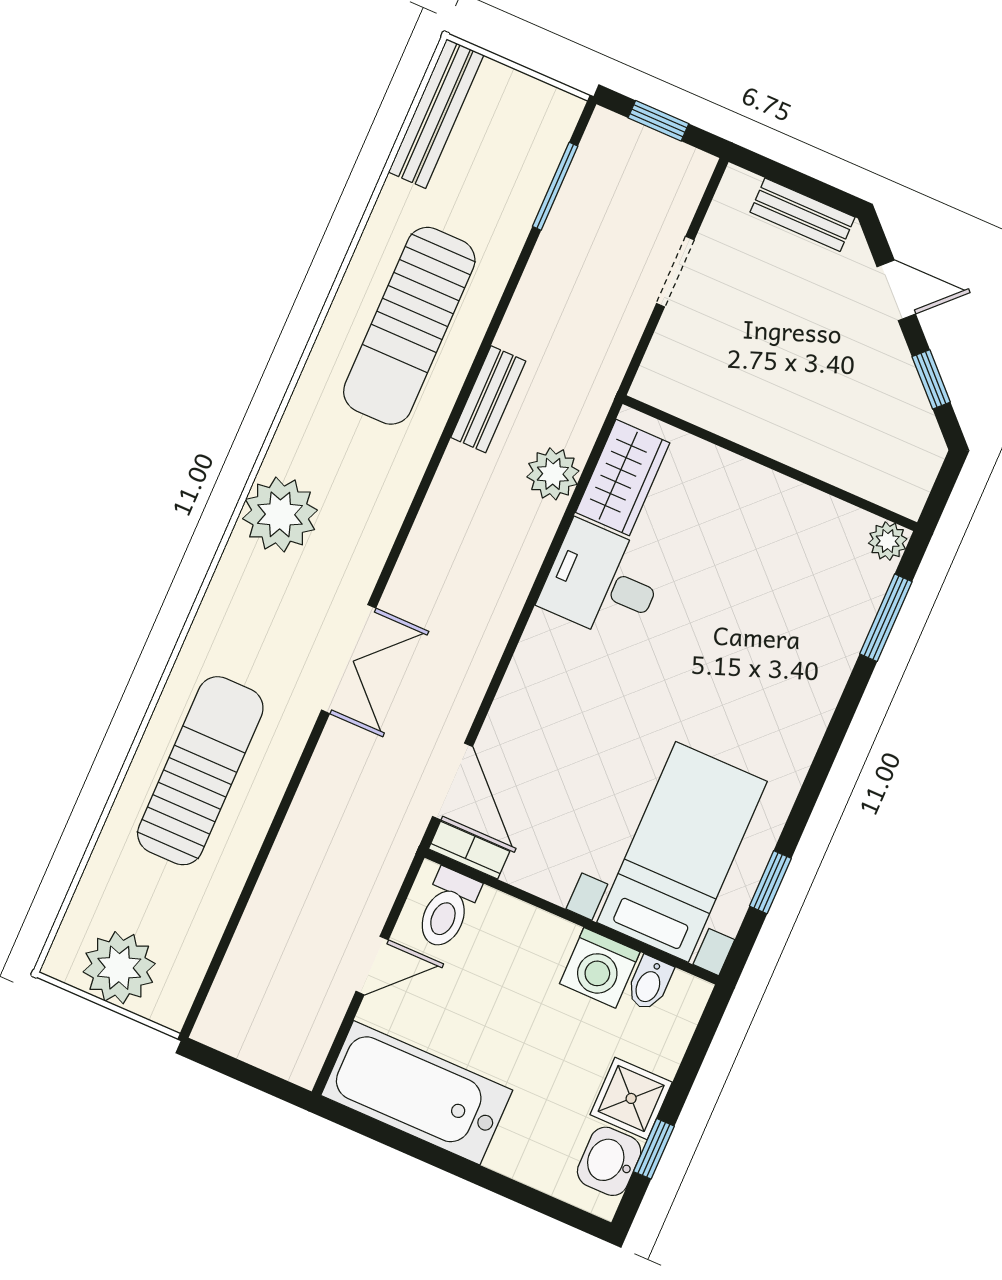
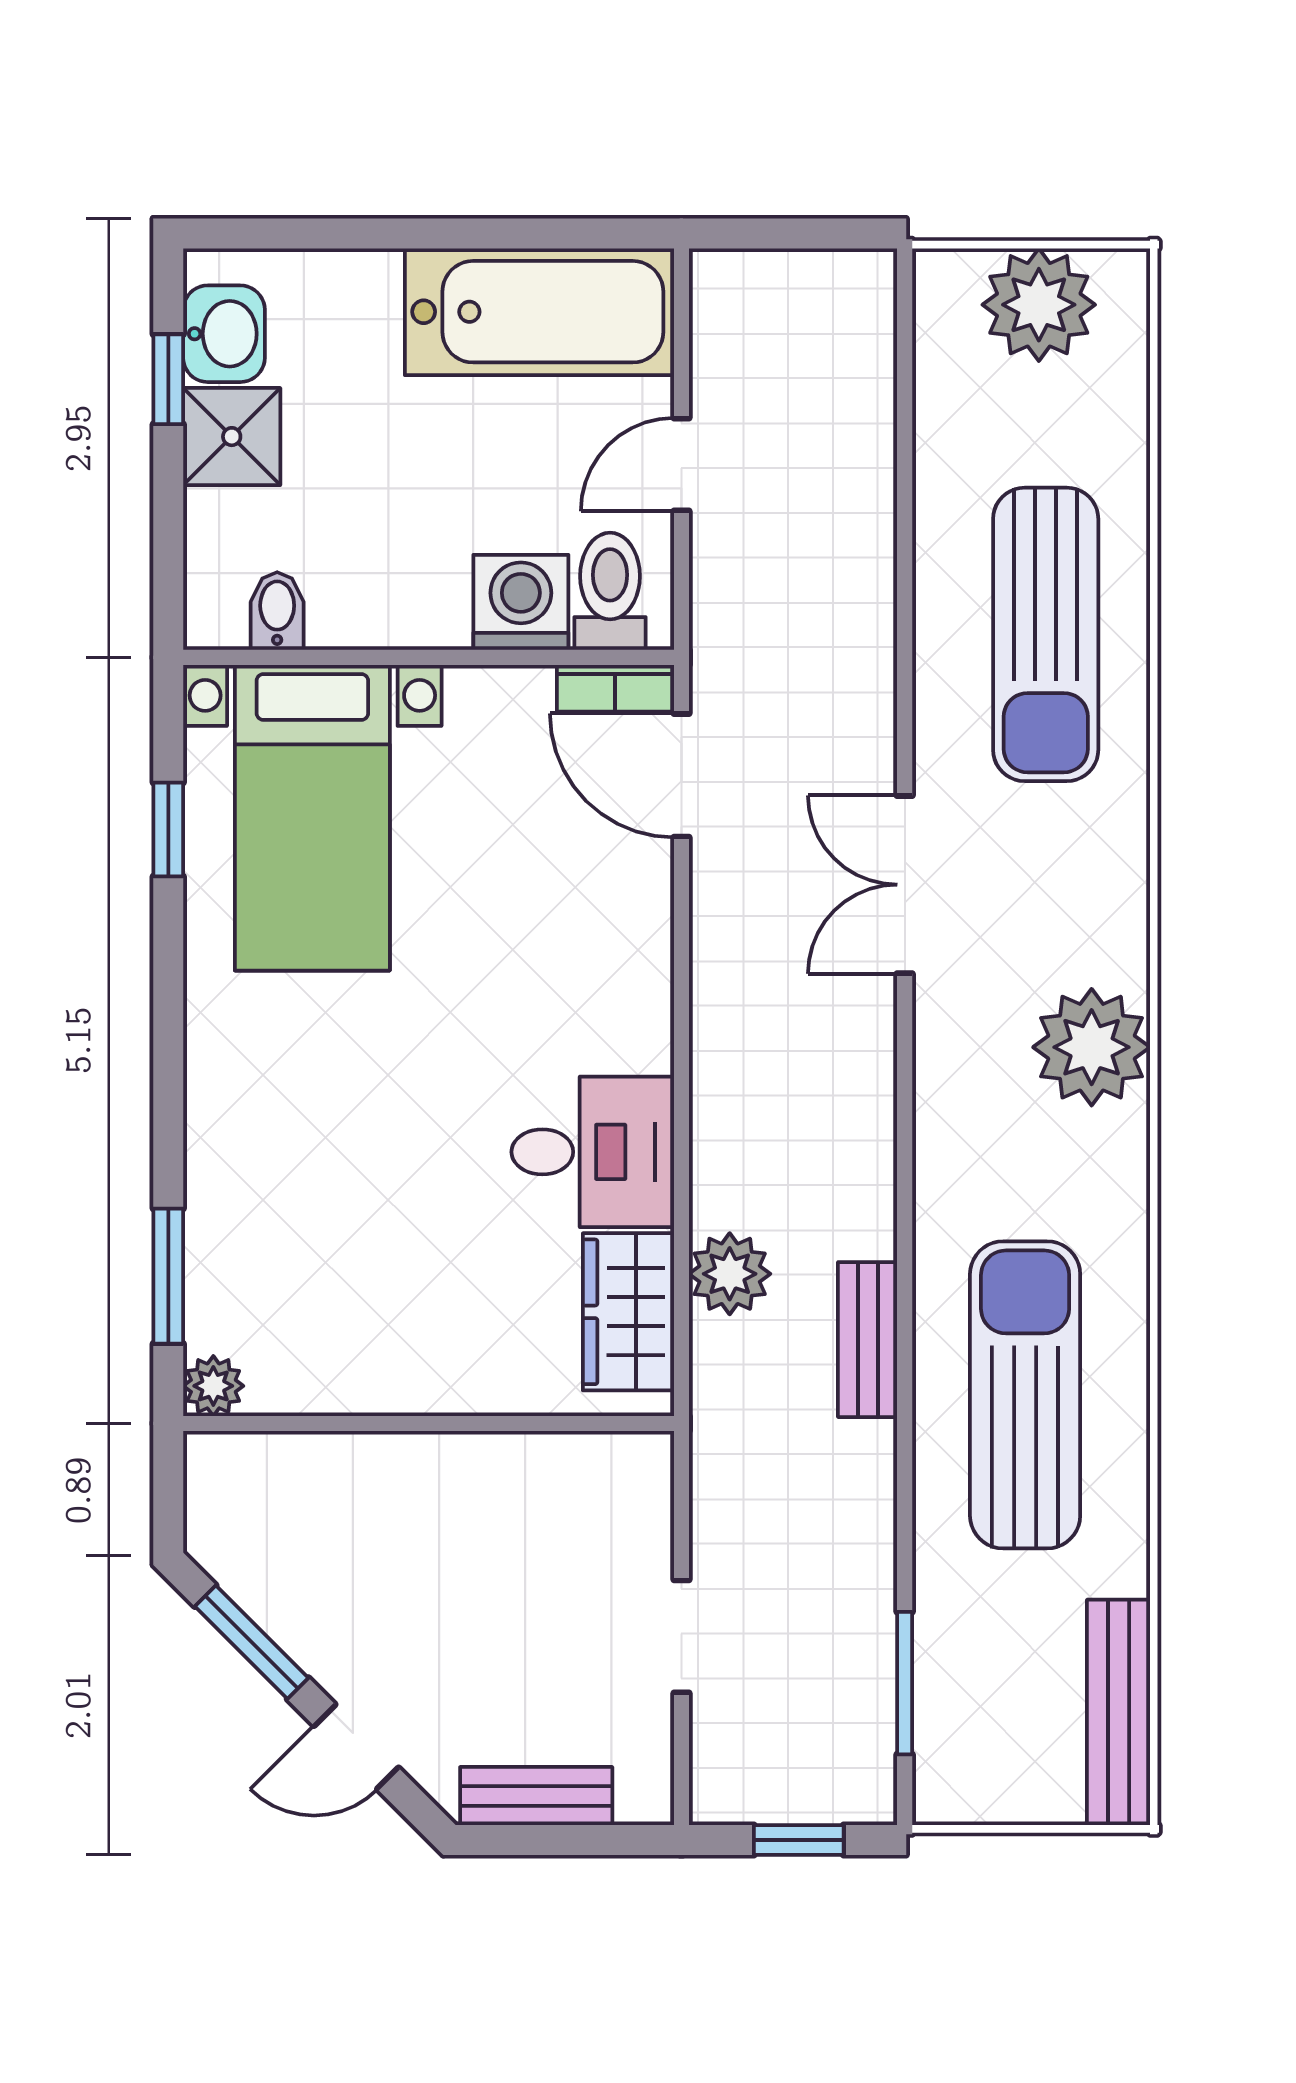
window: (931, 379) -> (252, 1642), width x1.50
washing machine: (600, 968) -> (521, 602), moved

